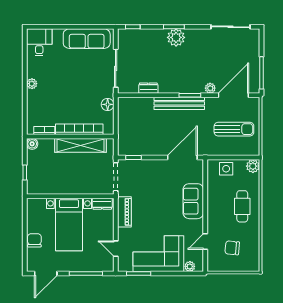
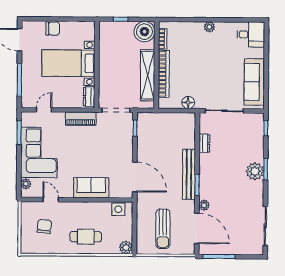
boiler: (32, 144) -> (144, 32), width x1.86, depth x1.86
side table: (226, 169) -> (118, 209), moved

